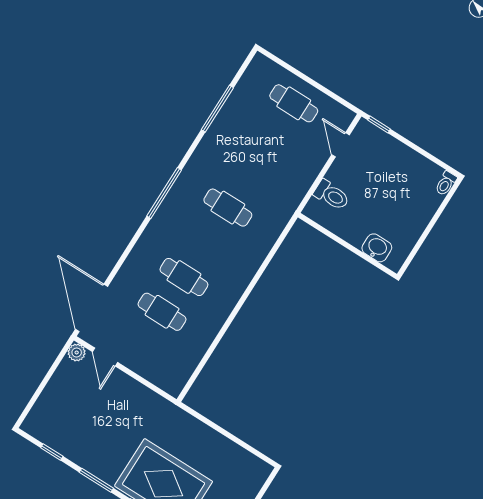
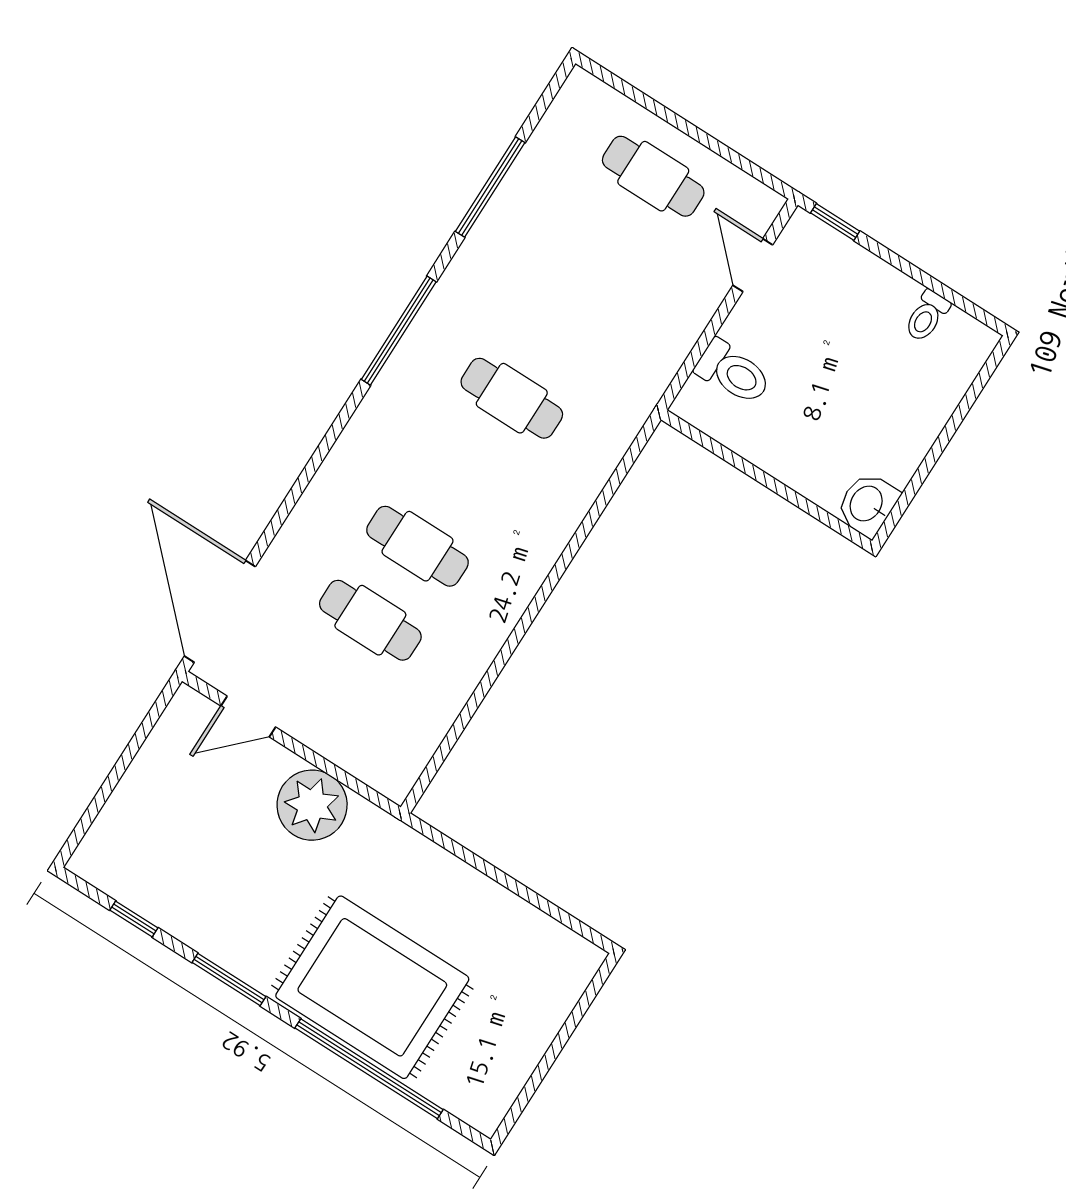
toilet: (446, 183) -> (927, 316), moved
window: (164, 193) -> (399, 331), moved
washbasin: (377, 248) -> (867, 504), moved, turned -90
plant: (77, 352) -> (312, 805), moved, width x1.87, depth x1.87
door: (105, 357) -> (248, 716), hinge flipped

